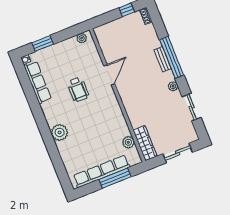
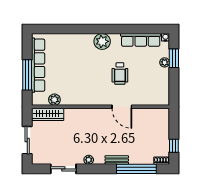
plant: (82, 38) -> (165, 62), moved
window: (172, 57) -> (136, 169), moved
wheelchair: (78, 89) -> (120, 74), turned -90
plant: (60, 132) -> (102, 41), moved

